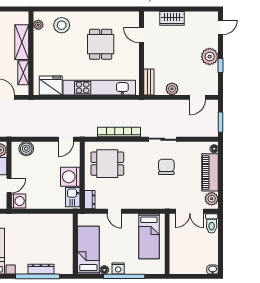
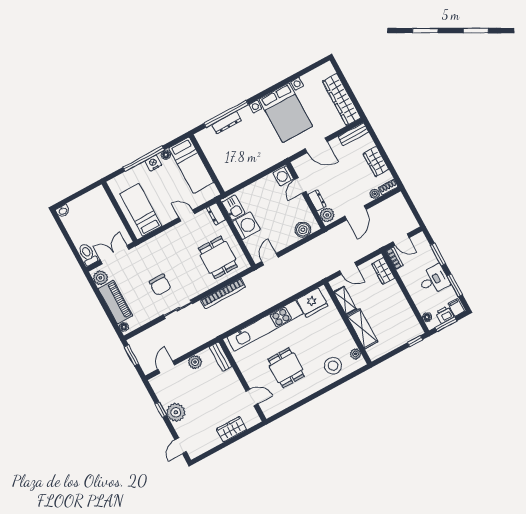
dining table: (107, 164) -> (218, 257), turned 90

